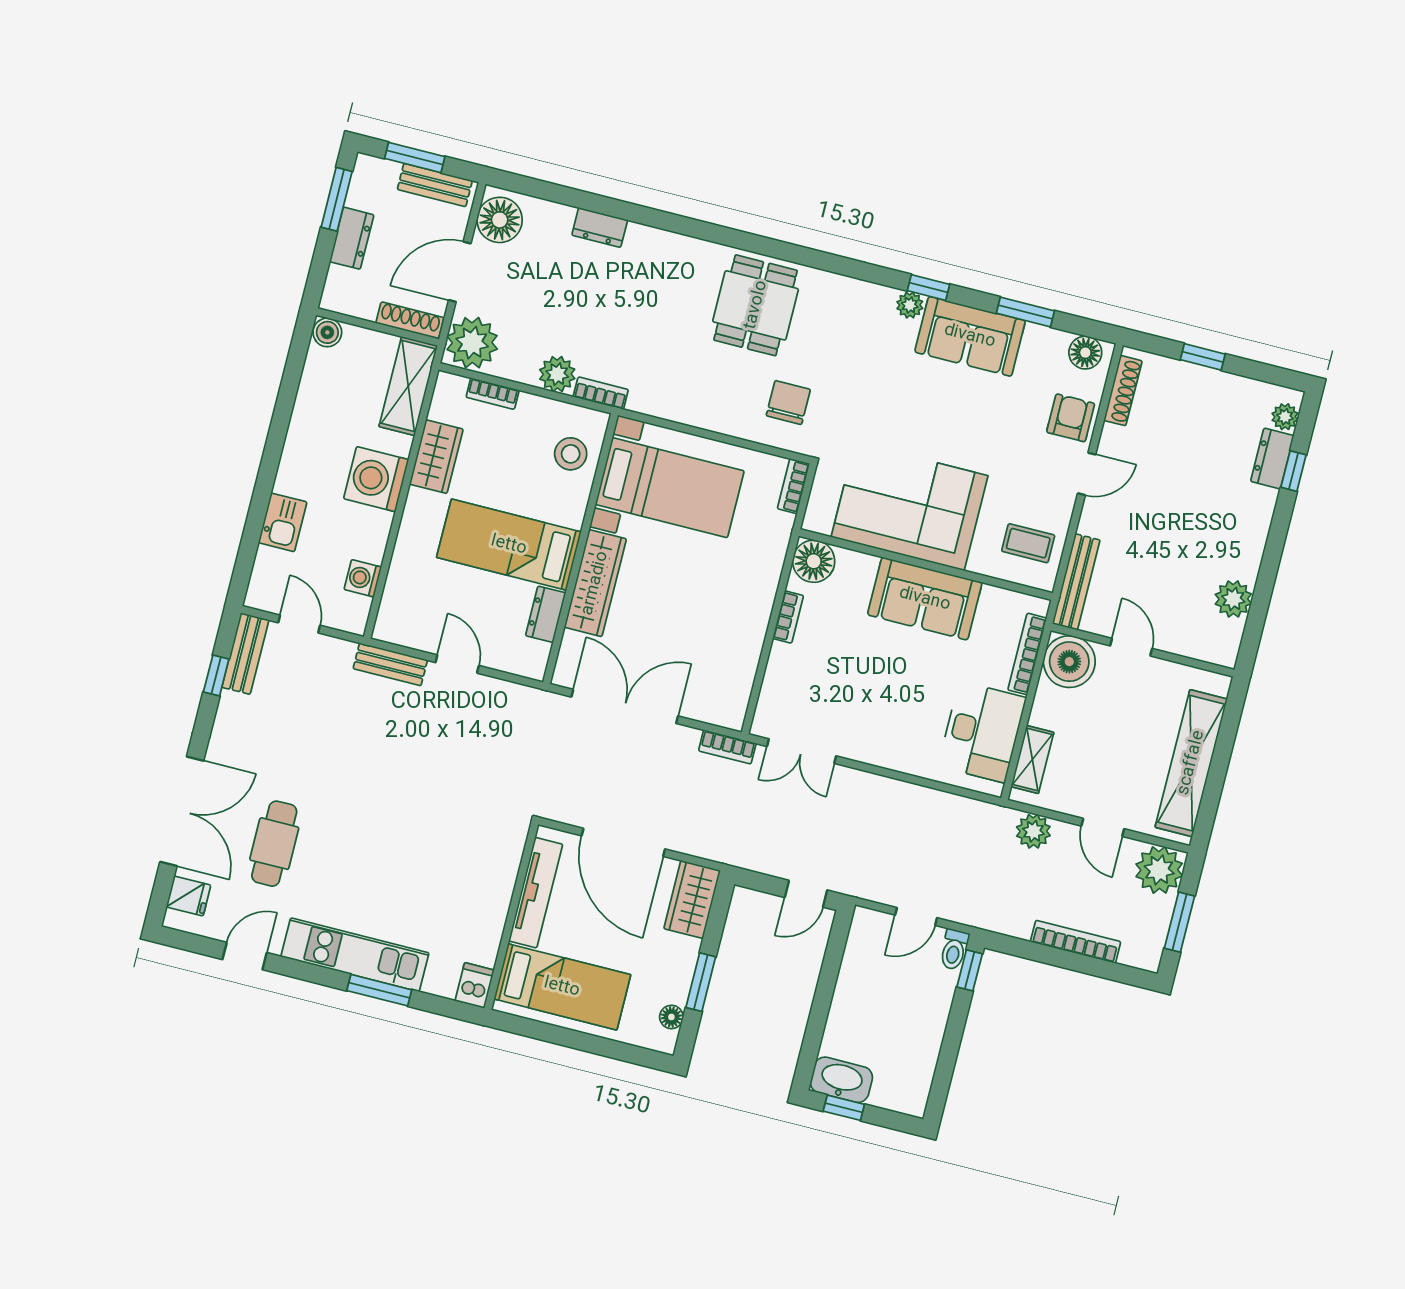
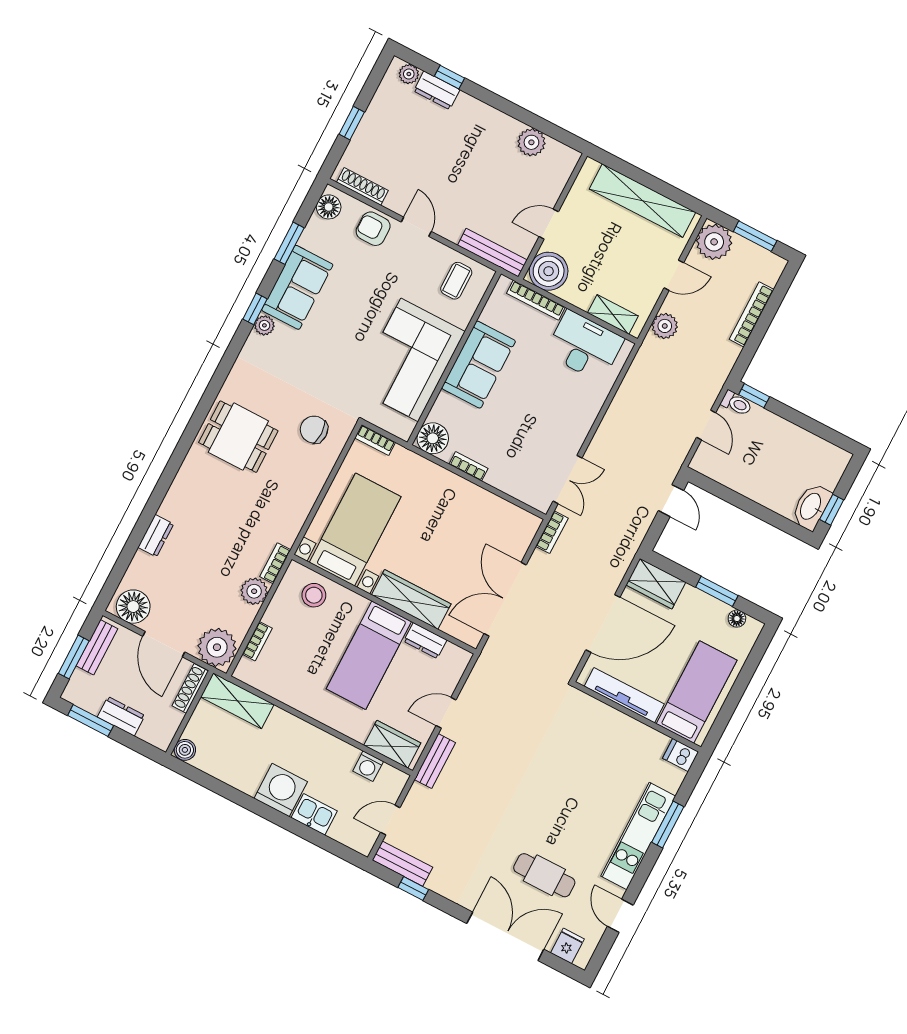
wardrobe: (436, 457) -> (392, 744), moved
washing machine: (376, 479) -> (281, 790), moved, turned 180

